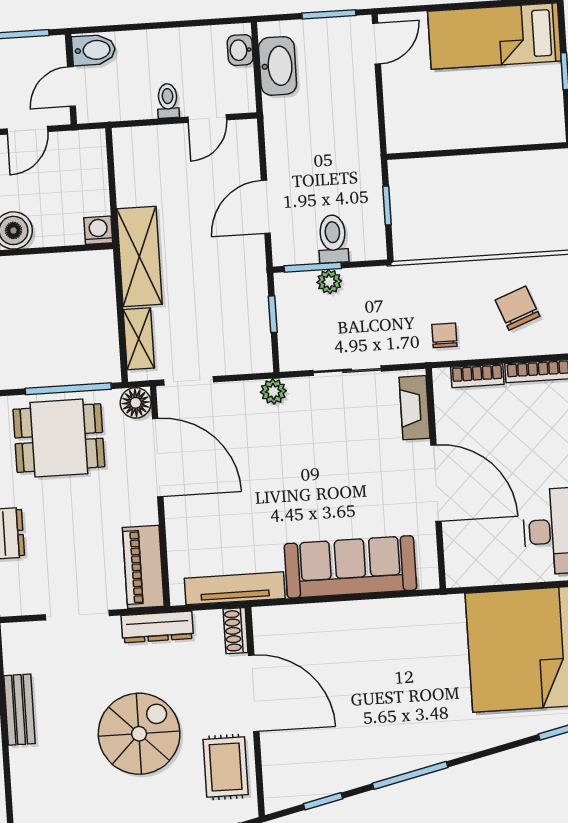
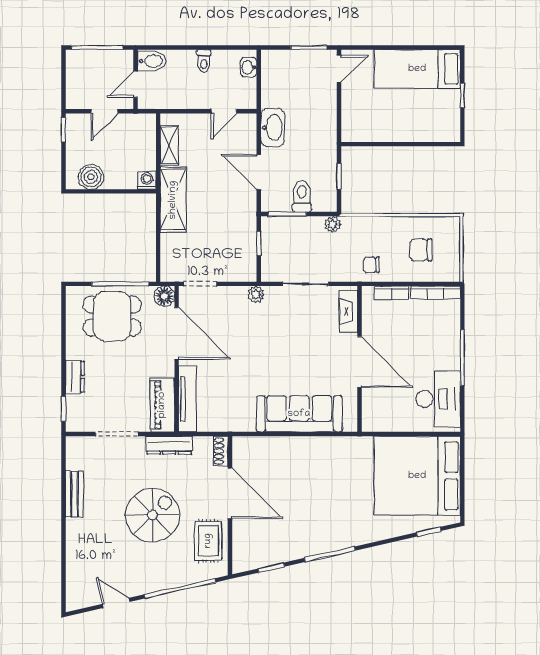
washbasin: (278, 66) -> (273, 127), moved
toilet: (168, 101) -> (204, 61), moved, turned 180
door: (266, 207) -> (259, 172), hinge flipped
plant: (329, 282) -> (333, 224), moved
chair: (517, 308) -> (421, 250), turned -69
chair: (444, 335) -> (371, 265), turned -90
shelving: (139, 339) -> (169, 145), moved
tv unit: (235, 588) -> (188, 399), moved, turned 90

